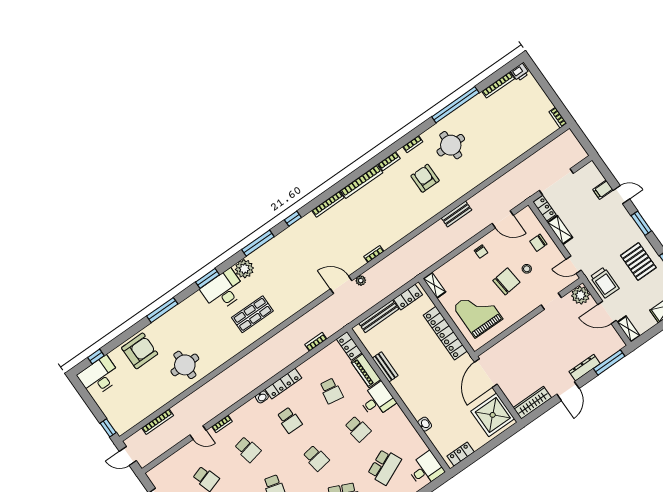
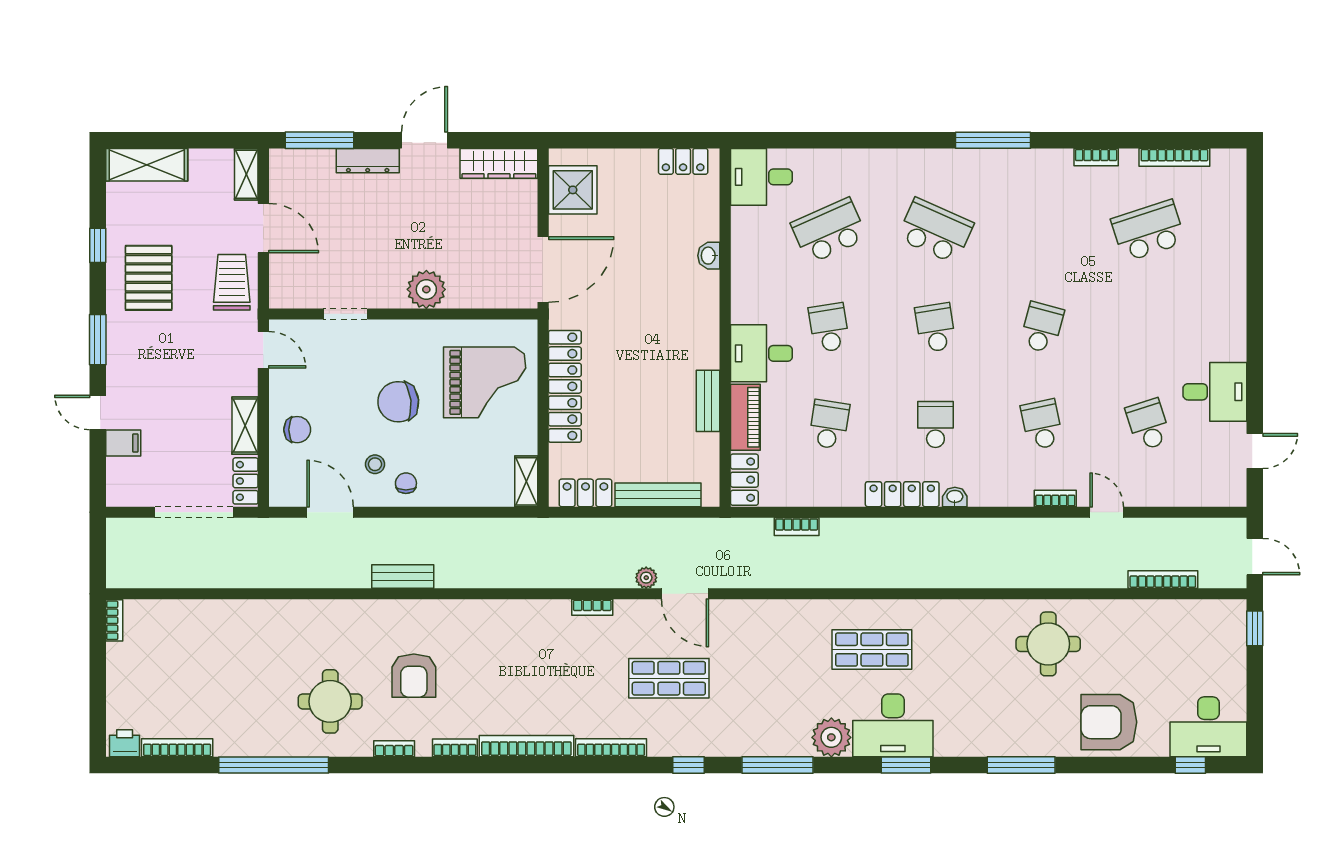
shop shelf: (324, 247) -> (669, 678), added
stool: (527, 269) -> (375, 464), moved
plant: (581, 295) -> (426, 289), moved
grand piano: (478, 313) -> (485, 382), turned -90
shower: (493, 415) -> (573, 190), width x0.73, depth x0.73

